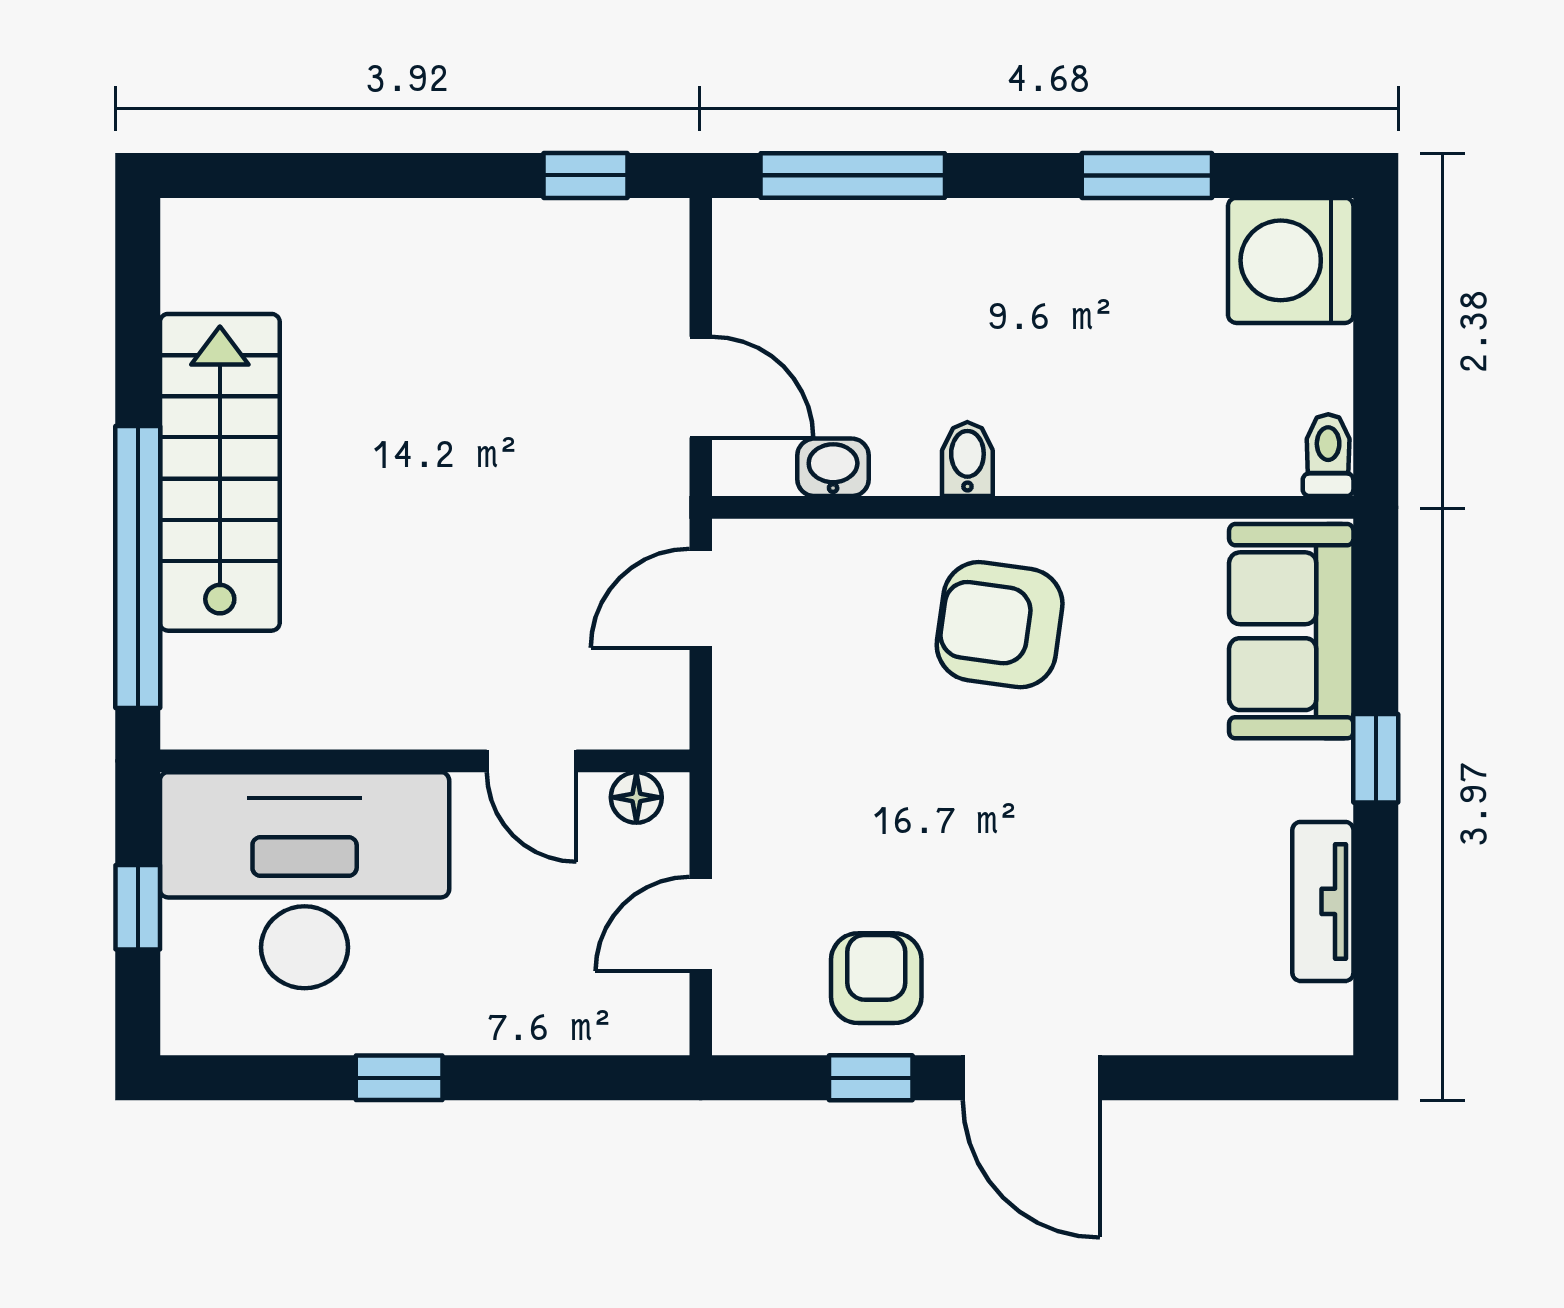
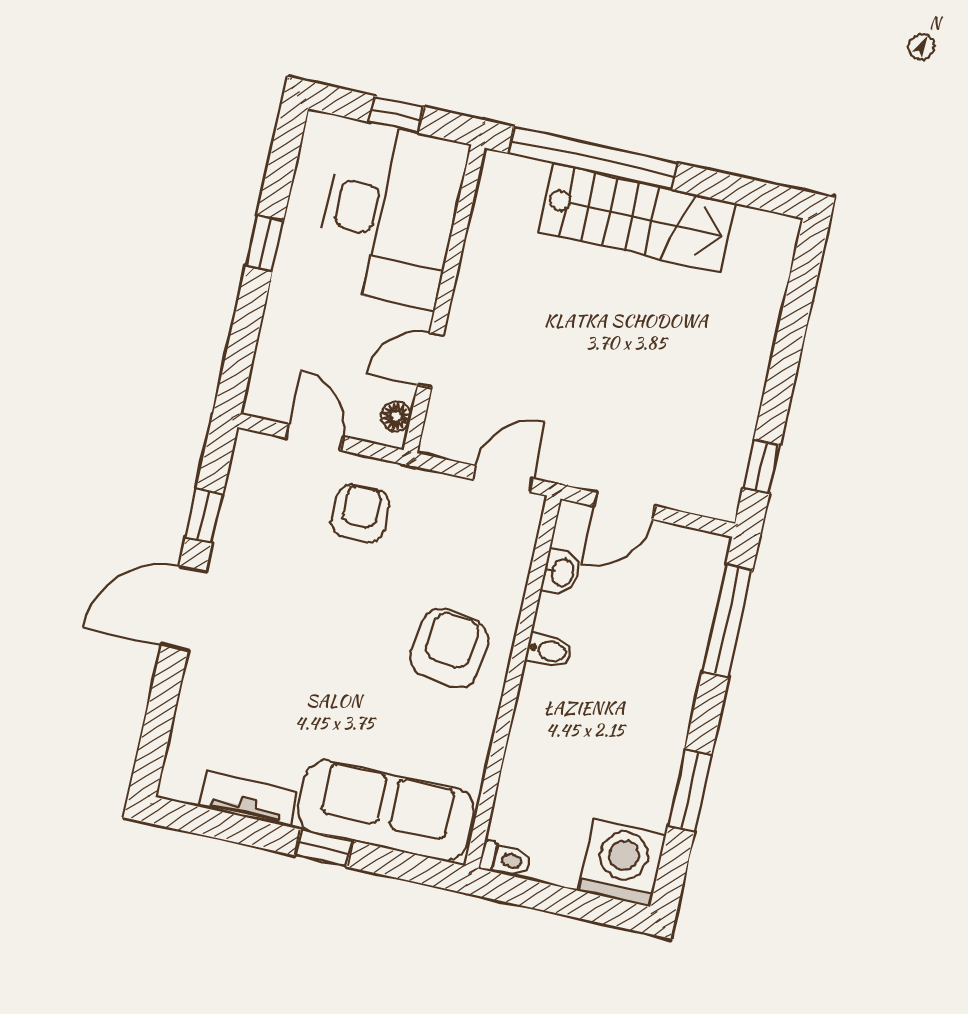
door: (701, 598) -> (503, 479), hinge flipped
sofa: (1291, 631) -> (386, 811), width x1.36
armchair: (876, 978) -> (360, 513), moved, turned -90

